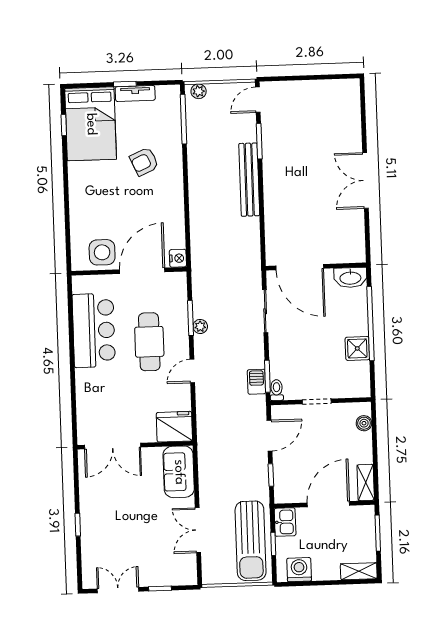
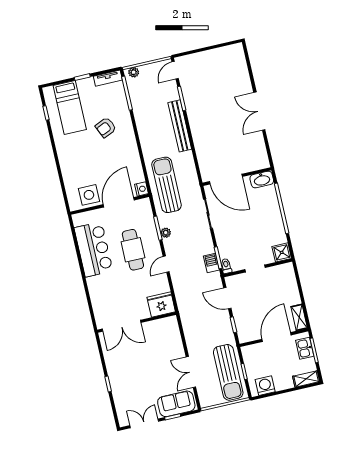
tv unit: (135, 93) -> (108, 78), moved
bed: (91, 124) -> (70, 107), width x0.67
sun lounger: (214, 259) -> (167, 185), added
shower: (357, 348) -> (282, 252), moved
boiler: (364, 423) -> (290, 277), removed
door: (270, 436) -> (227, 298), swing flipped
sofa: (179, 472) -> (176, 404), moved, turned 90
kitchen sink: (285, 522) -> (305, 348), moved, turned 180

